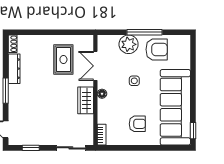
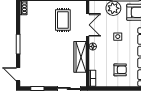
double door: (95, 66) -> (88, 25), swing flipped
dresser: (14, 69) -> (25, 27), removed
wardrobe: (86, 100) -> (80, 57), width x1.50

